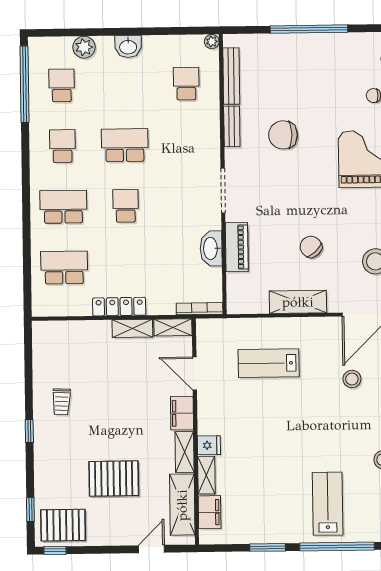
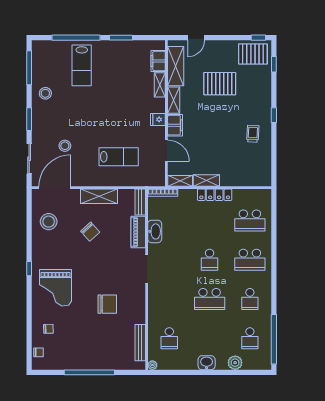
bench: (232, 126) -> (140, 202), moved
fridge: (209, 445) -> (158, 119), moved

